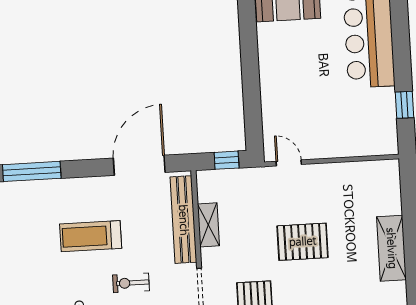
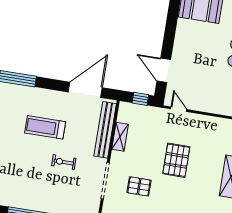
door: (252, 109) -> (164, 70), added
pallet: (303, 242) -> (176, 160), turned 90

